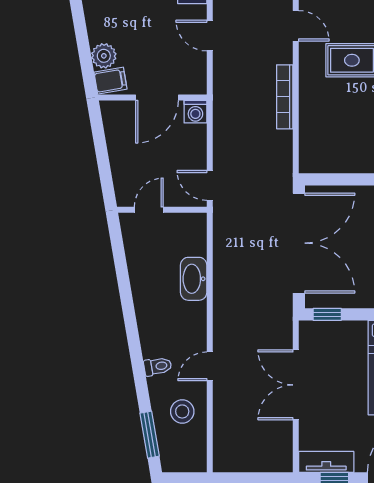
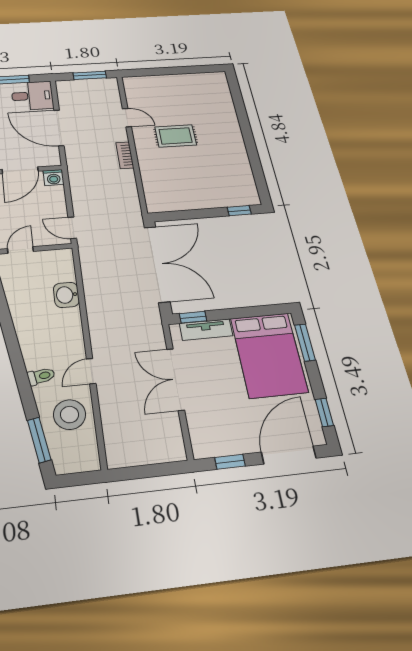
door: (210, 36) -> (59, 128), width x1.88
bookcase: (285, 97) -> (125, 155), width x0.64
washbasin: (194, 279) -> (66, 295), width x0.72
stool: (182, 411) -> (69, 415), width x1.38, depth x1.38
tv unit: (326, 462) -> (206, 330), moved, turned 180

